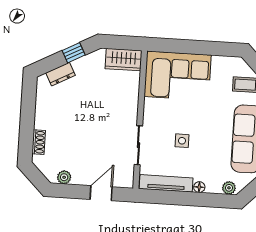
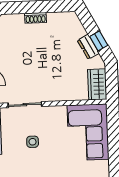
dresser: (60, 74) -> (88, 47), moved
shoe rack: (39, 142) -> (36, 18), moved

